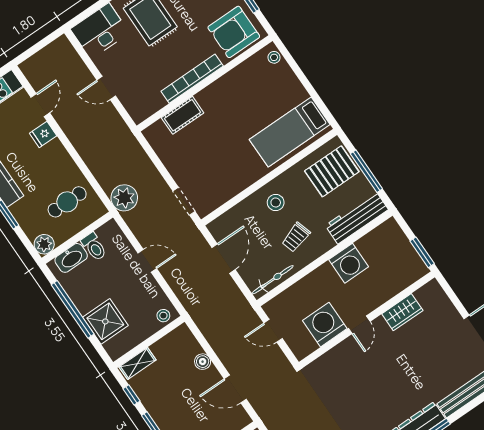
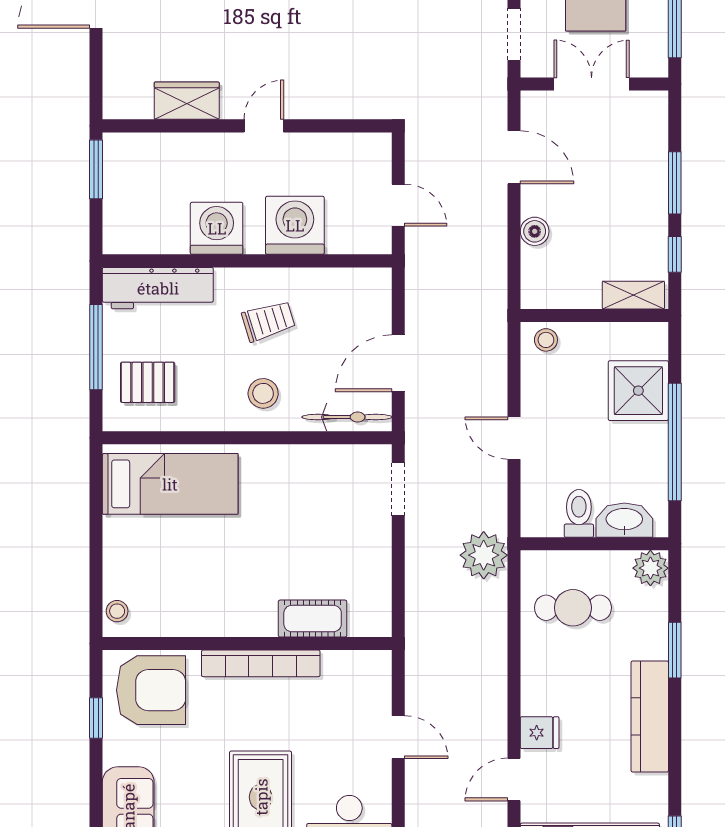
pallet: (332, 171) -> (148, 382), width x0.67, depth x0.71
bicycle: (273, 280) -> (347, 417), moved, turned 180
washing machine: (325, 325) -> (295, 225), moved, turned 180

